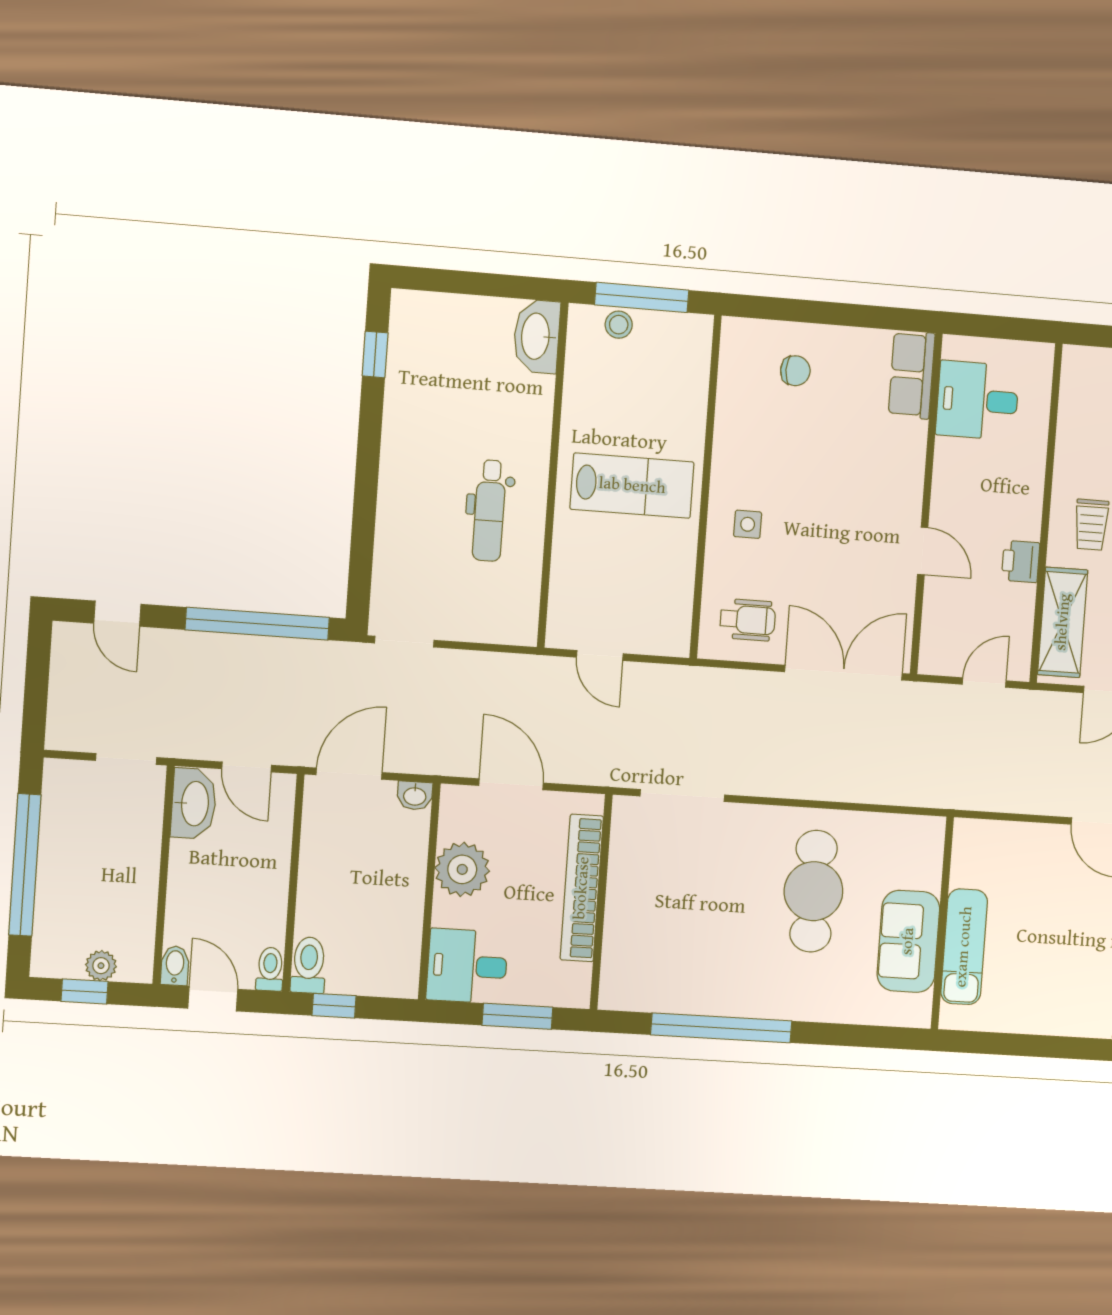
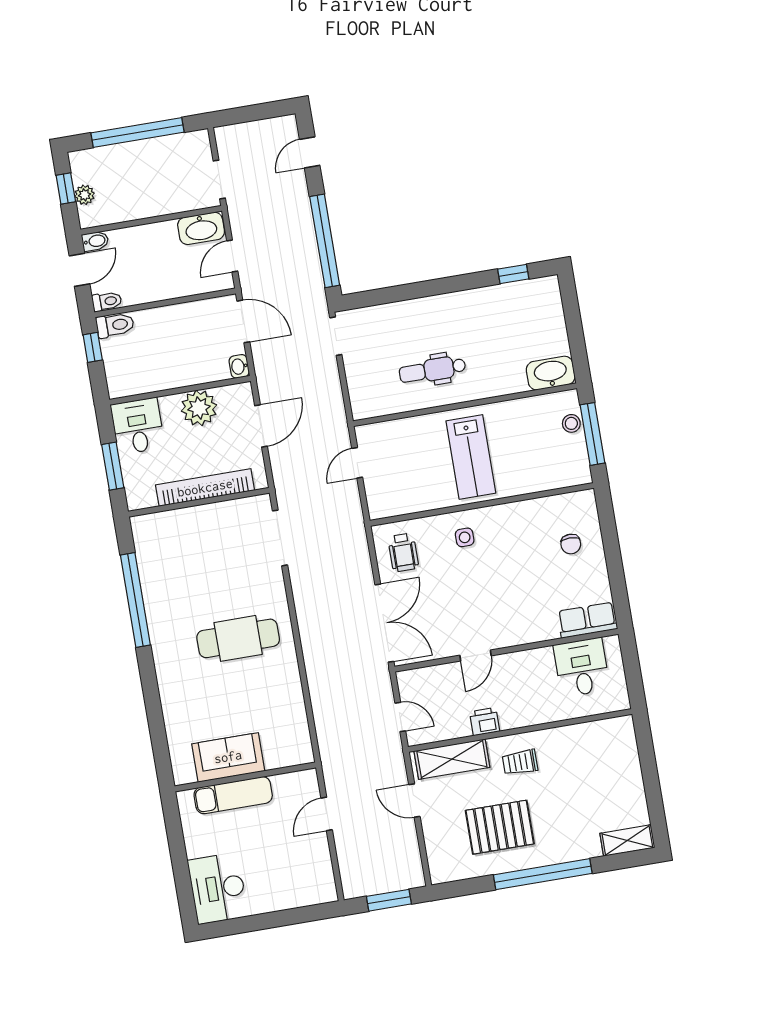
wall: (942, 923) -> (245, 777), moved
sofa: (908, 941) -> (228, 757), moved
exam couch: (964, 947) -> (233, 795), moved

